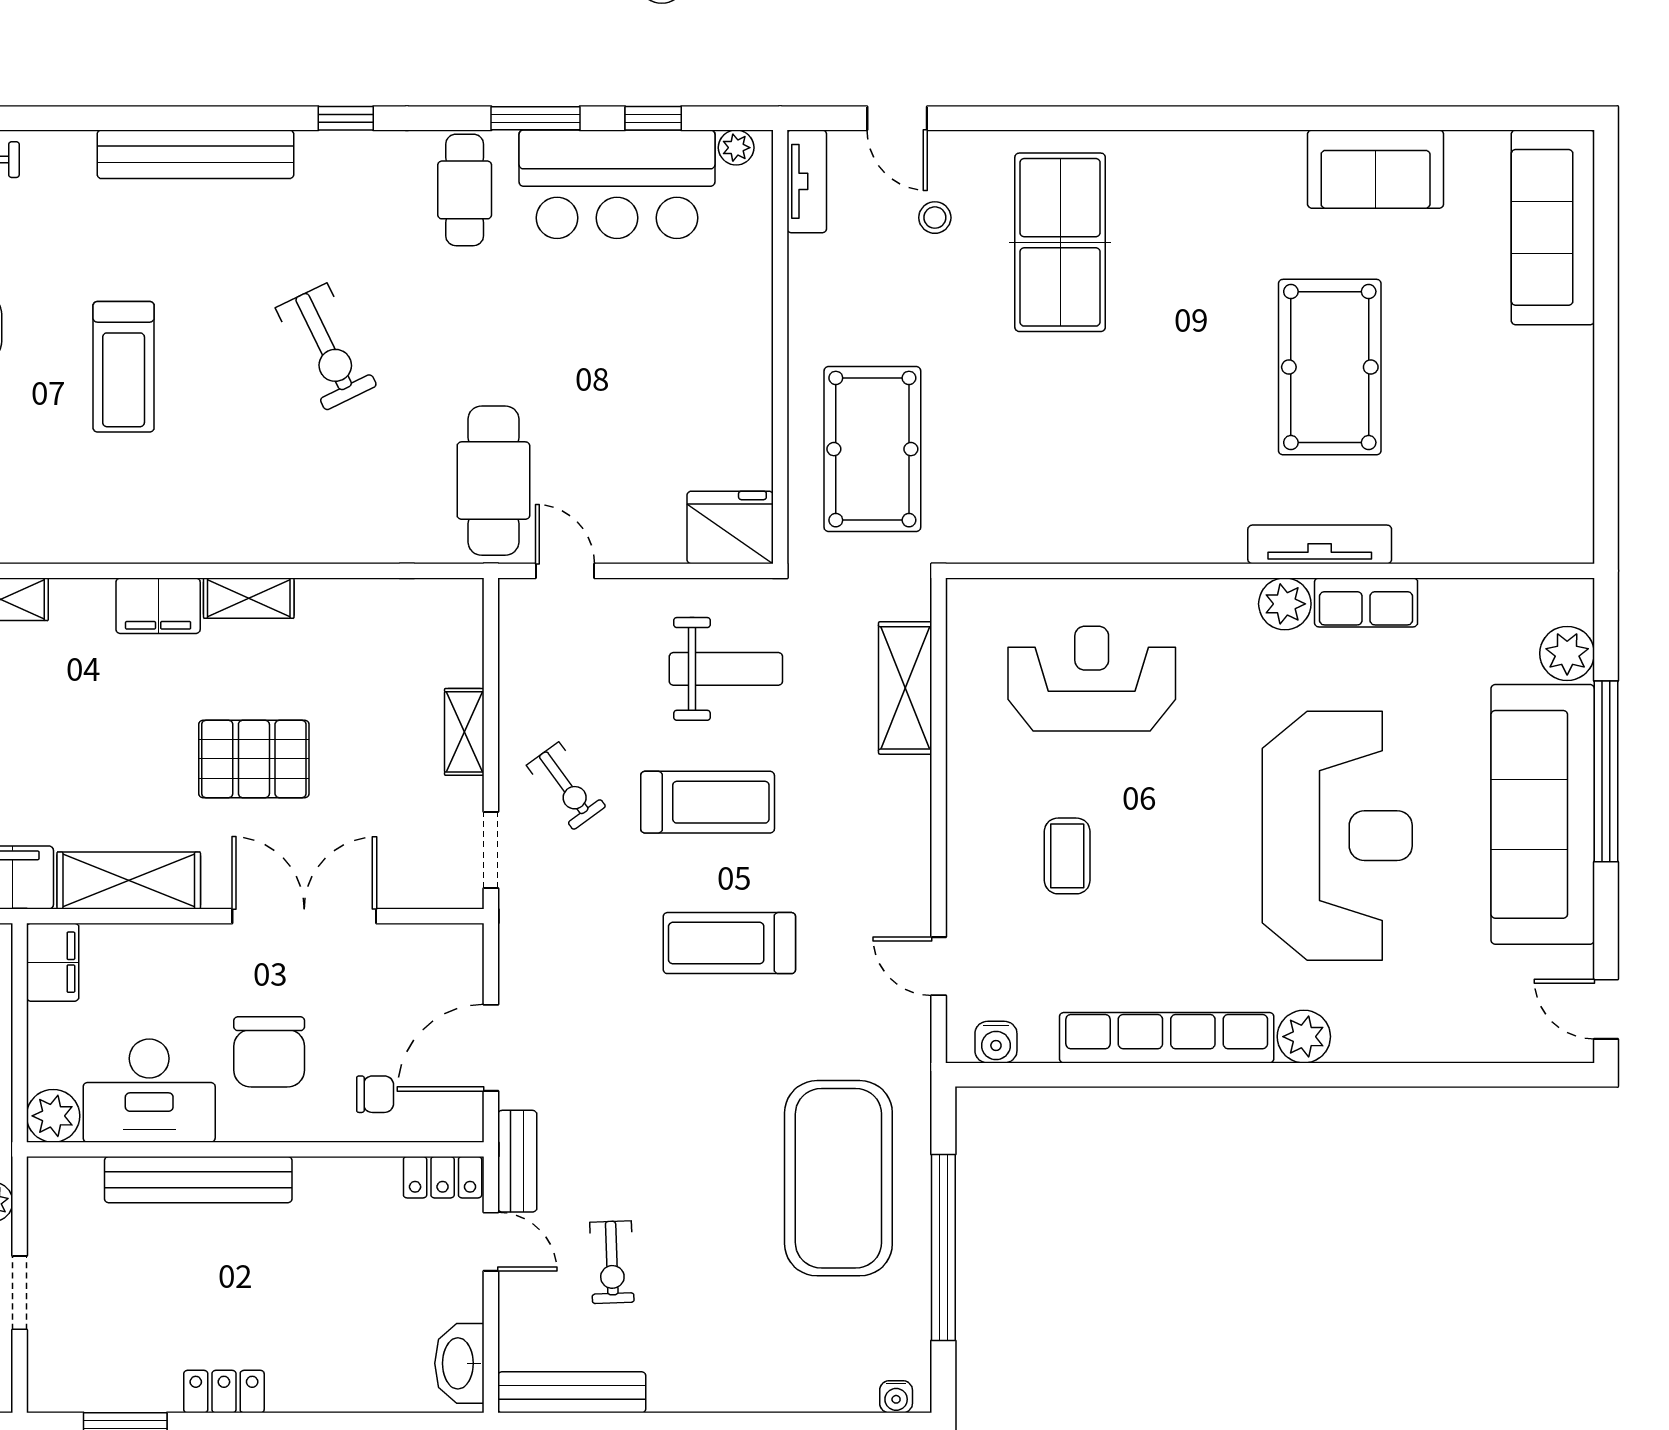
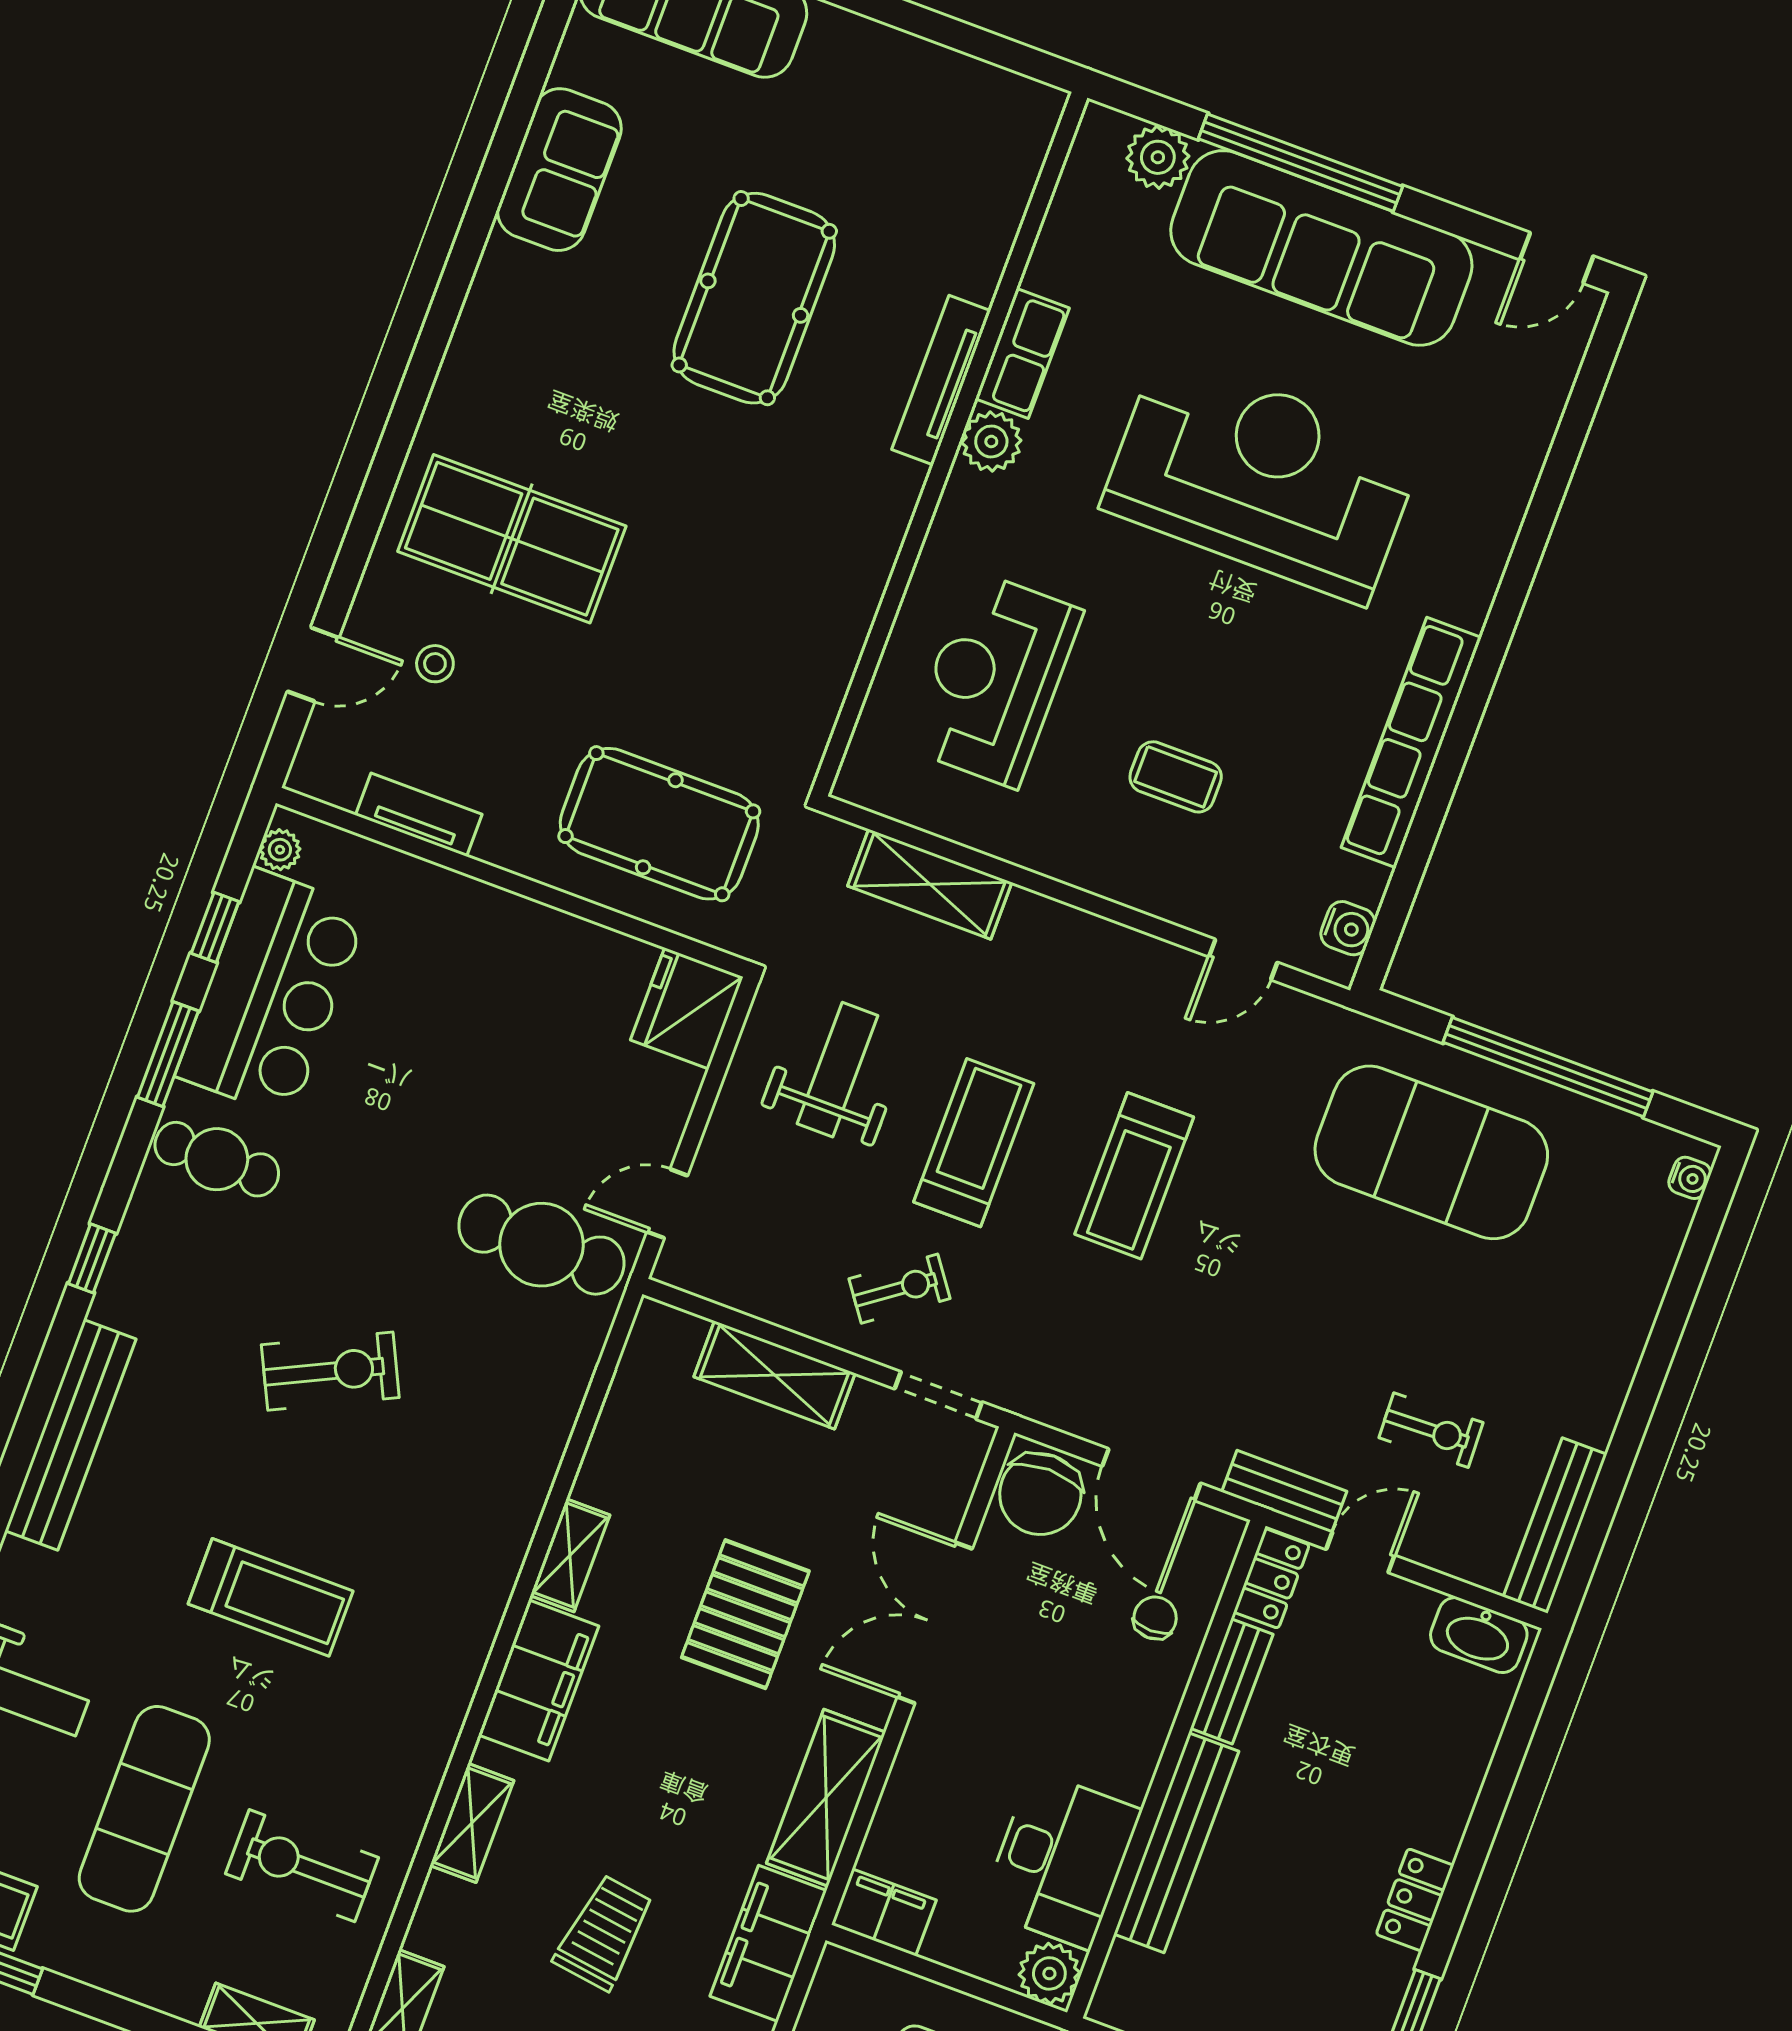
tv unit: (807, 181) -> (419, 815), moved
pool table: (1330, 367) -> (754, 298), turned 90
filing cabinet: (158, 606) -> (539, 1680), width x1.50, depth x1.17
shelving: (464, 732) -> (774, 1375), width x1.50, depth x1.33
plant: (1304, 1037) -> (1465, 594), removed
chair: (269, 1052) -> (1040, 1494), moved, turned 90
bench: (347, 1176) -> (1232, 1681), added

